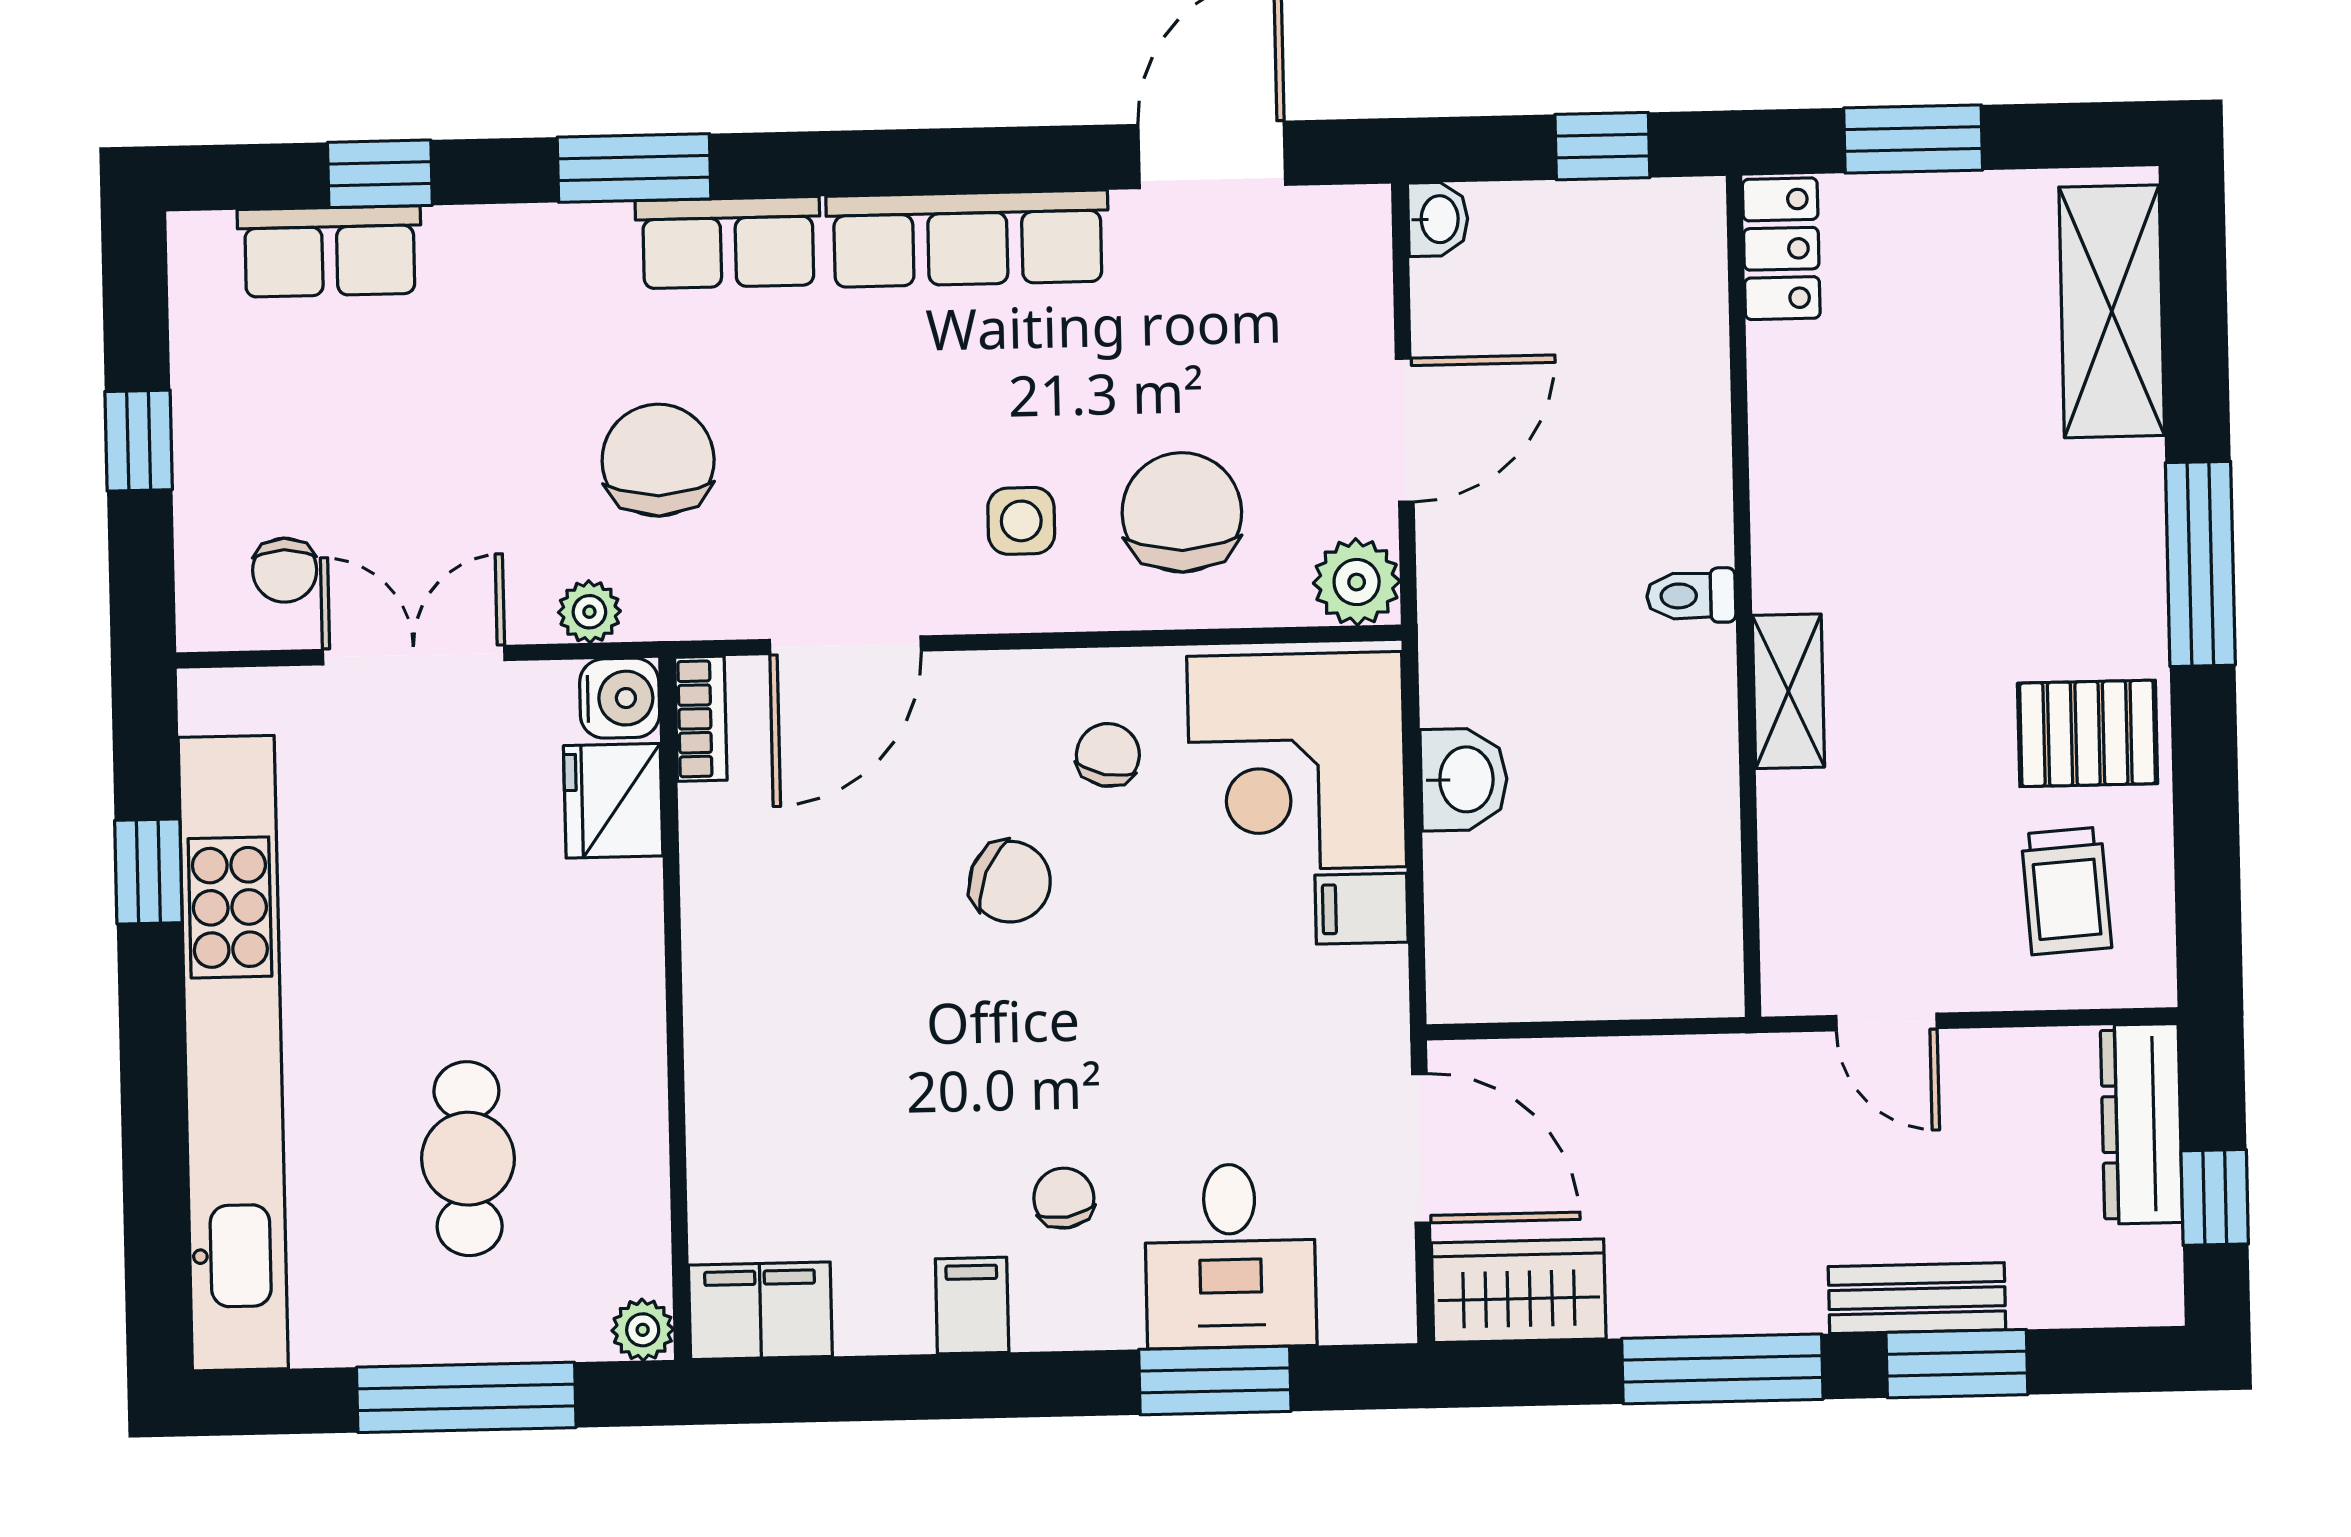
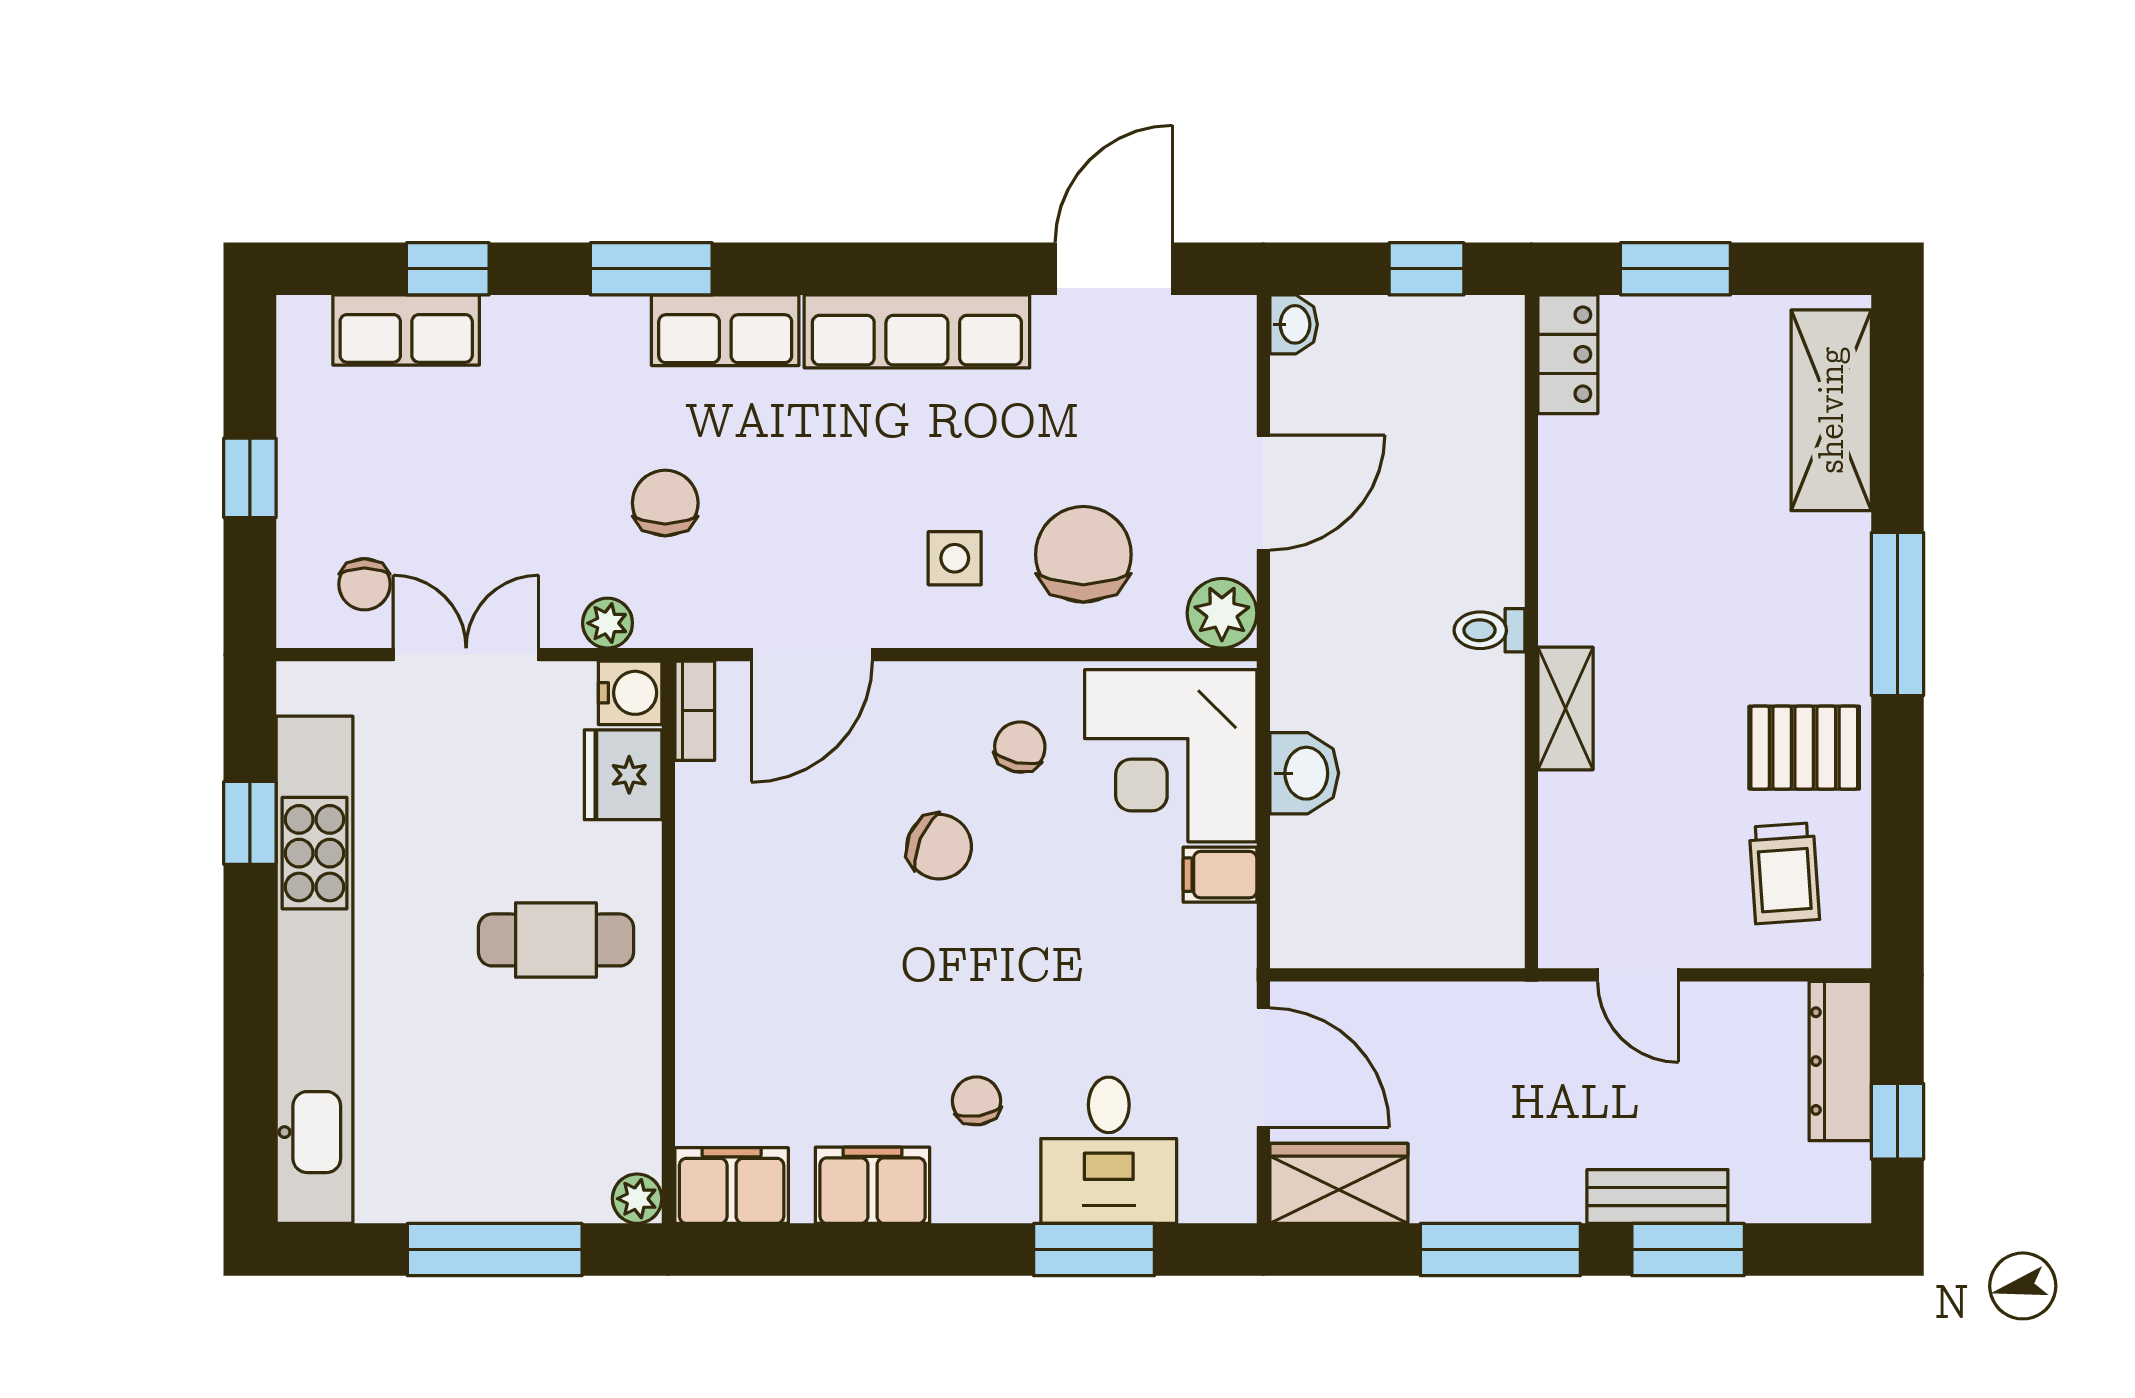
chair: (658, 460) -> (665, 503), width x0.73, depth x0.73
cafe table: (468, 1159) -> (556, 940), moved, turned 90
filing cabinet: (972, 1306) -> (873, 1185), width x2.00

